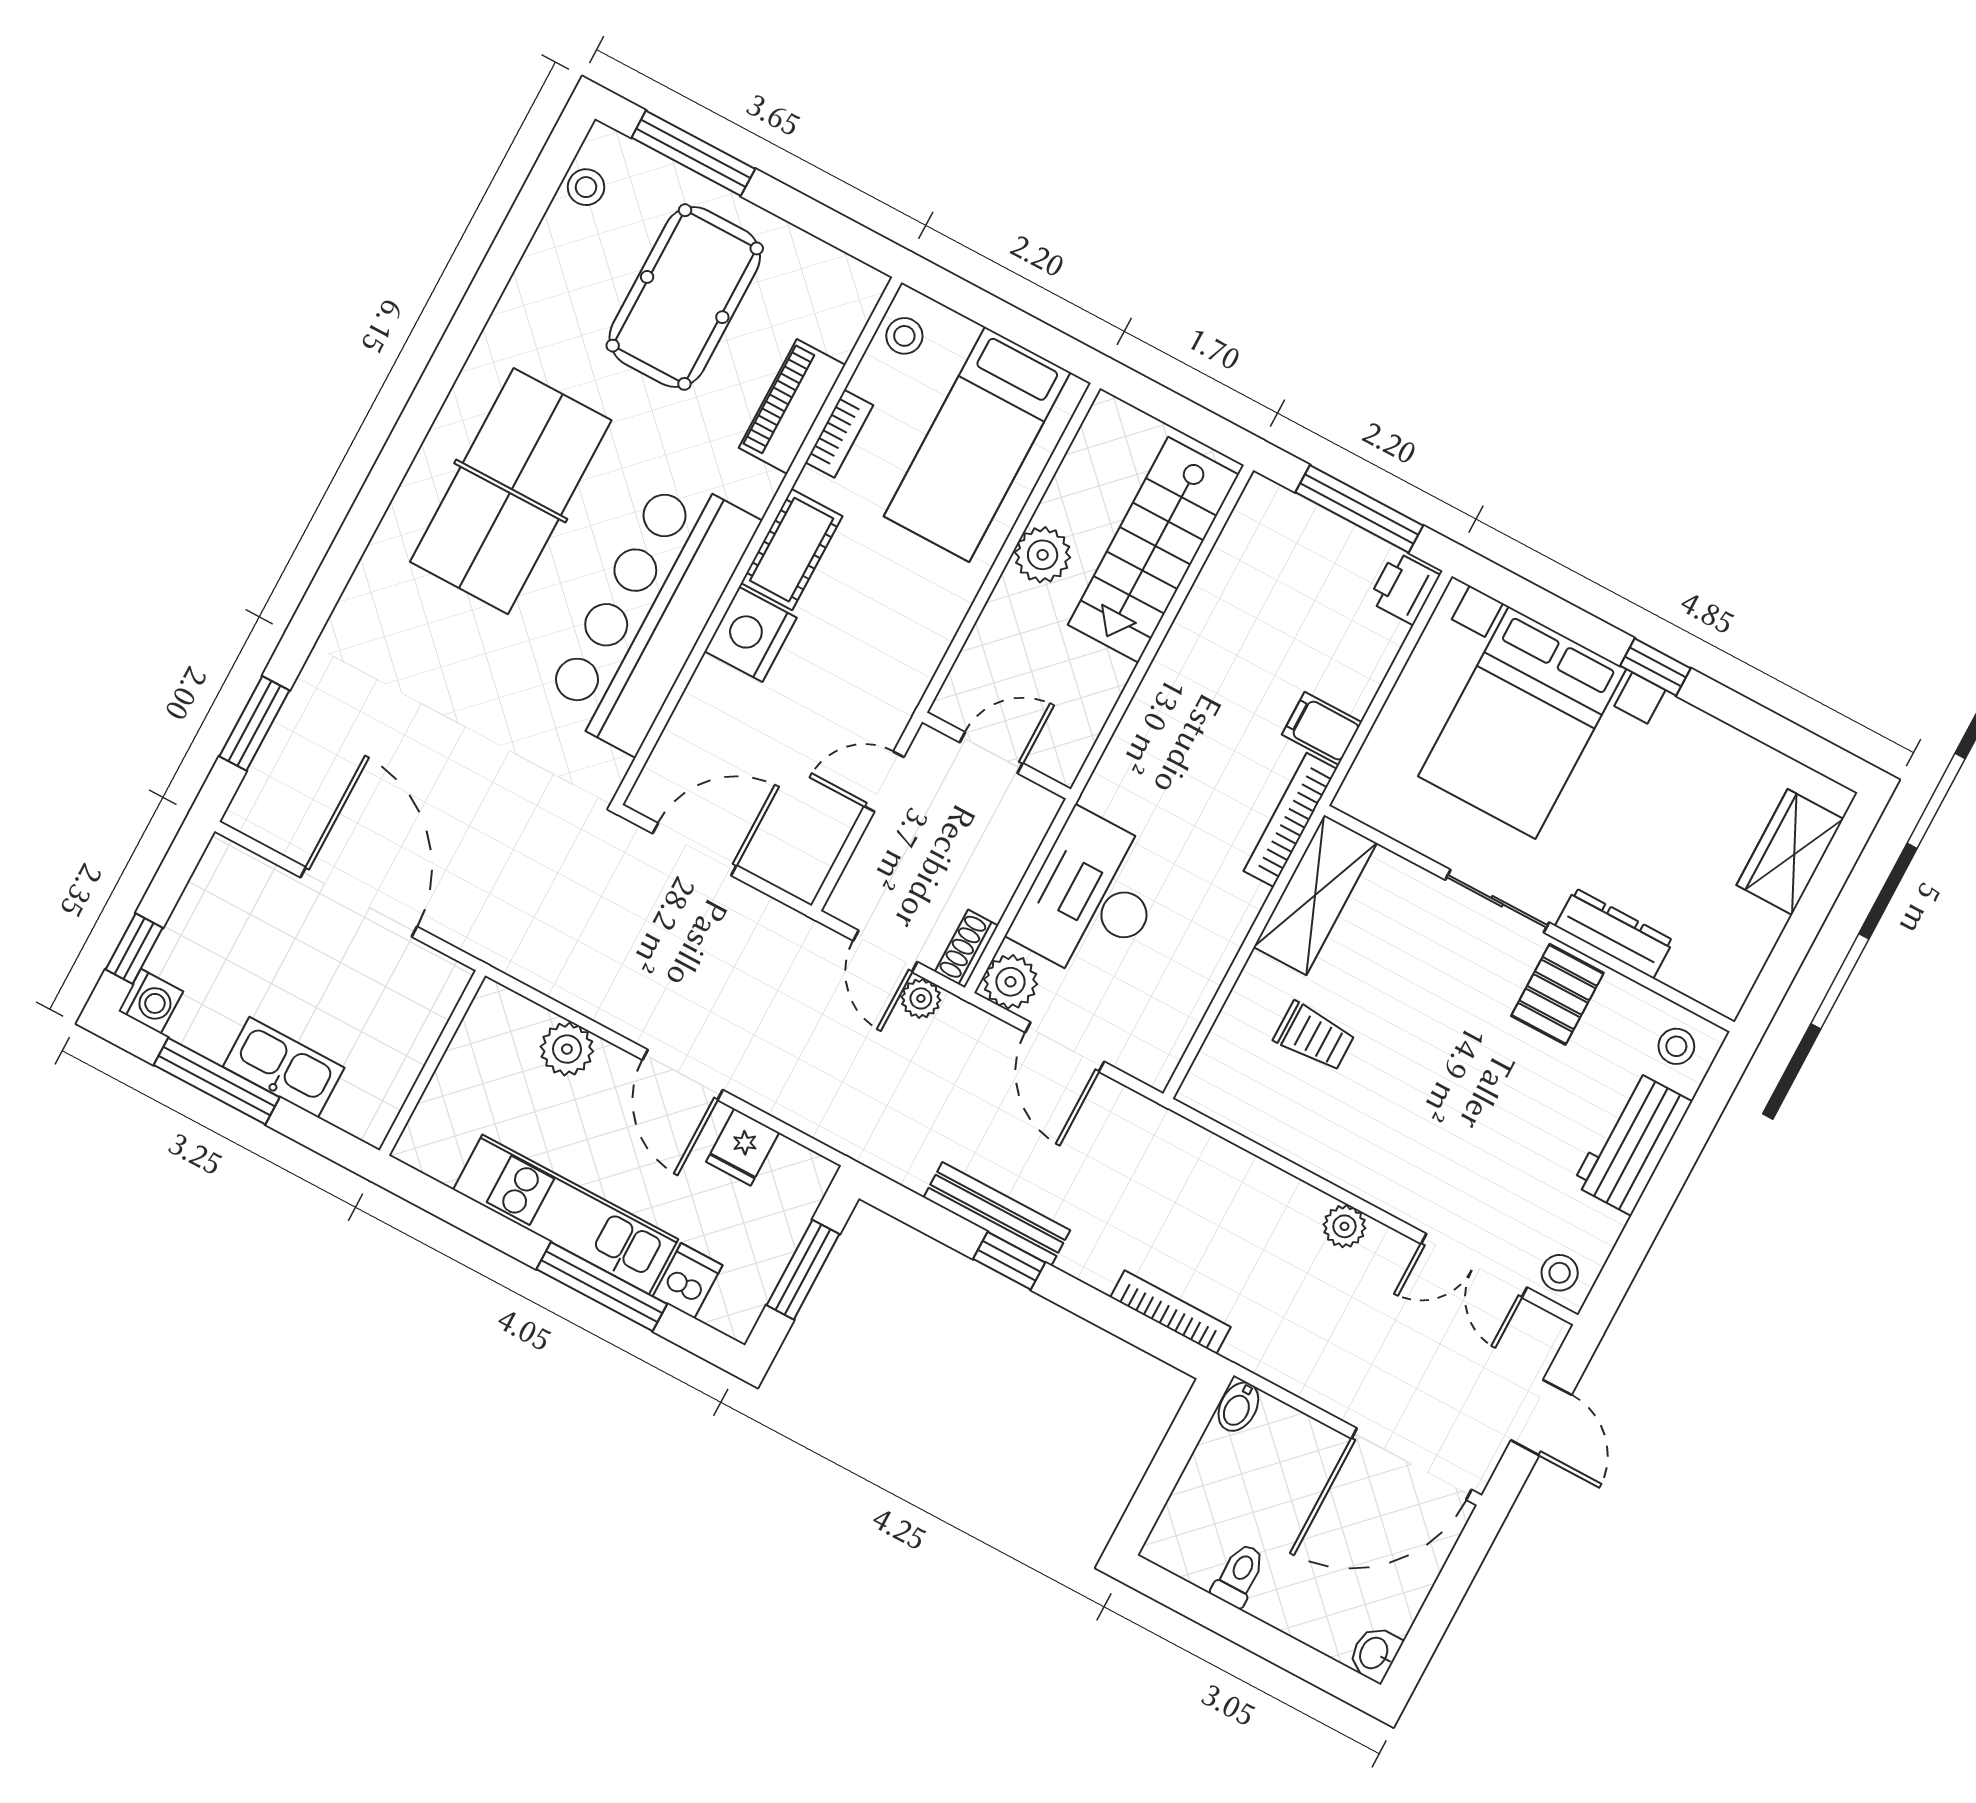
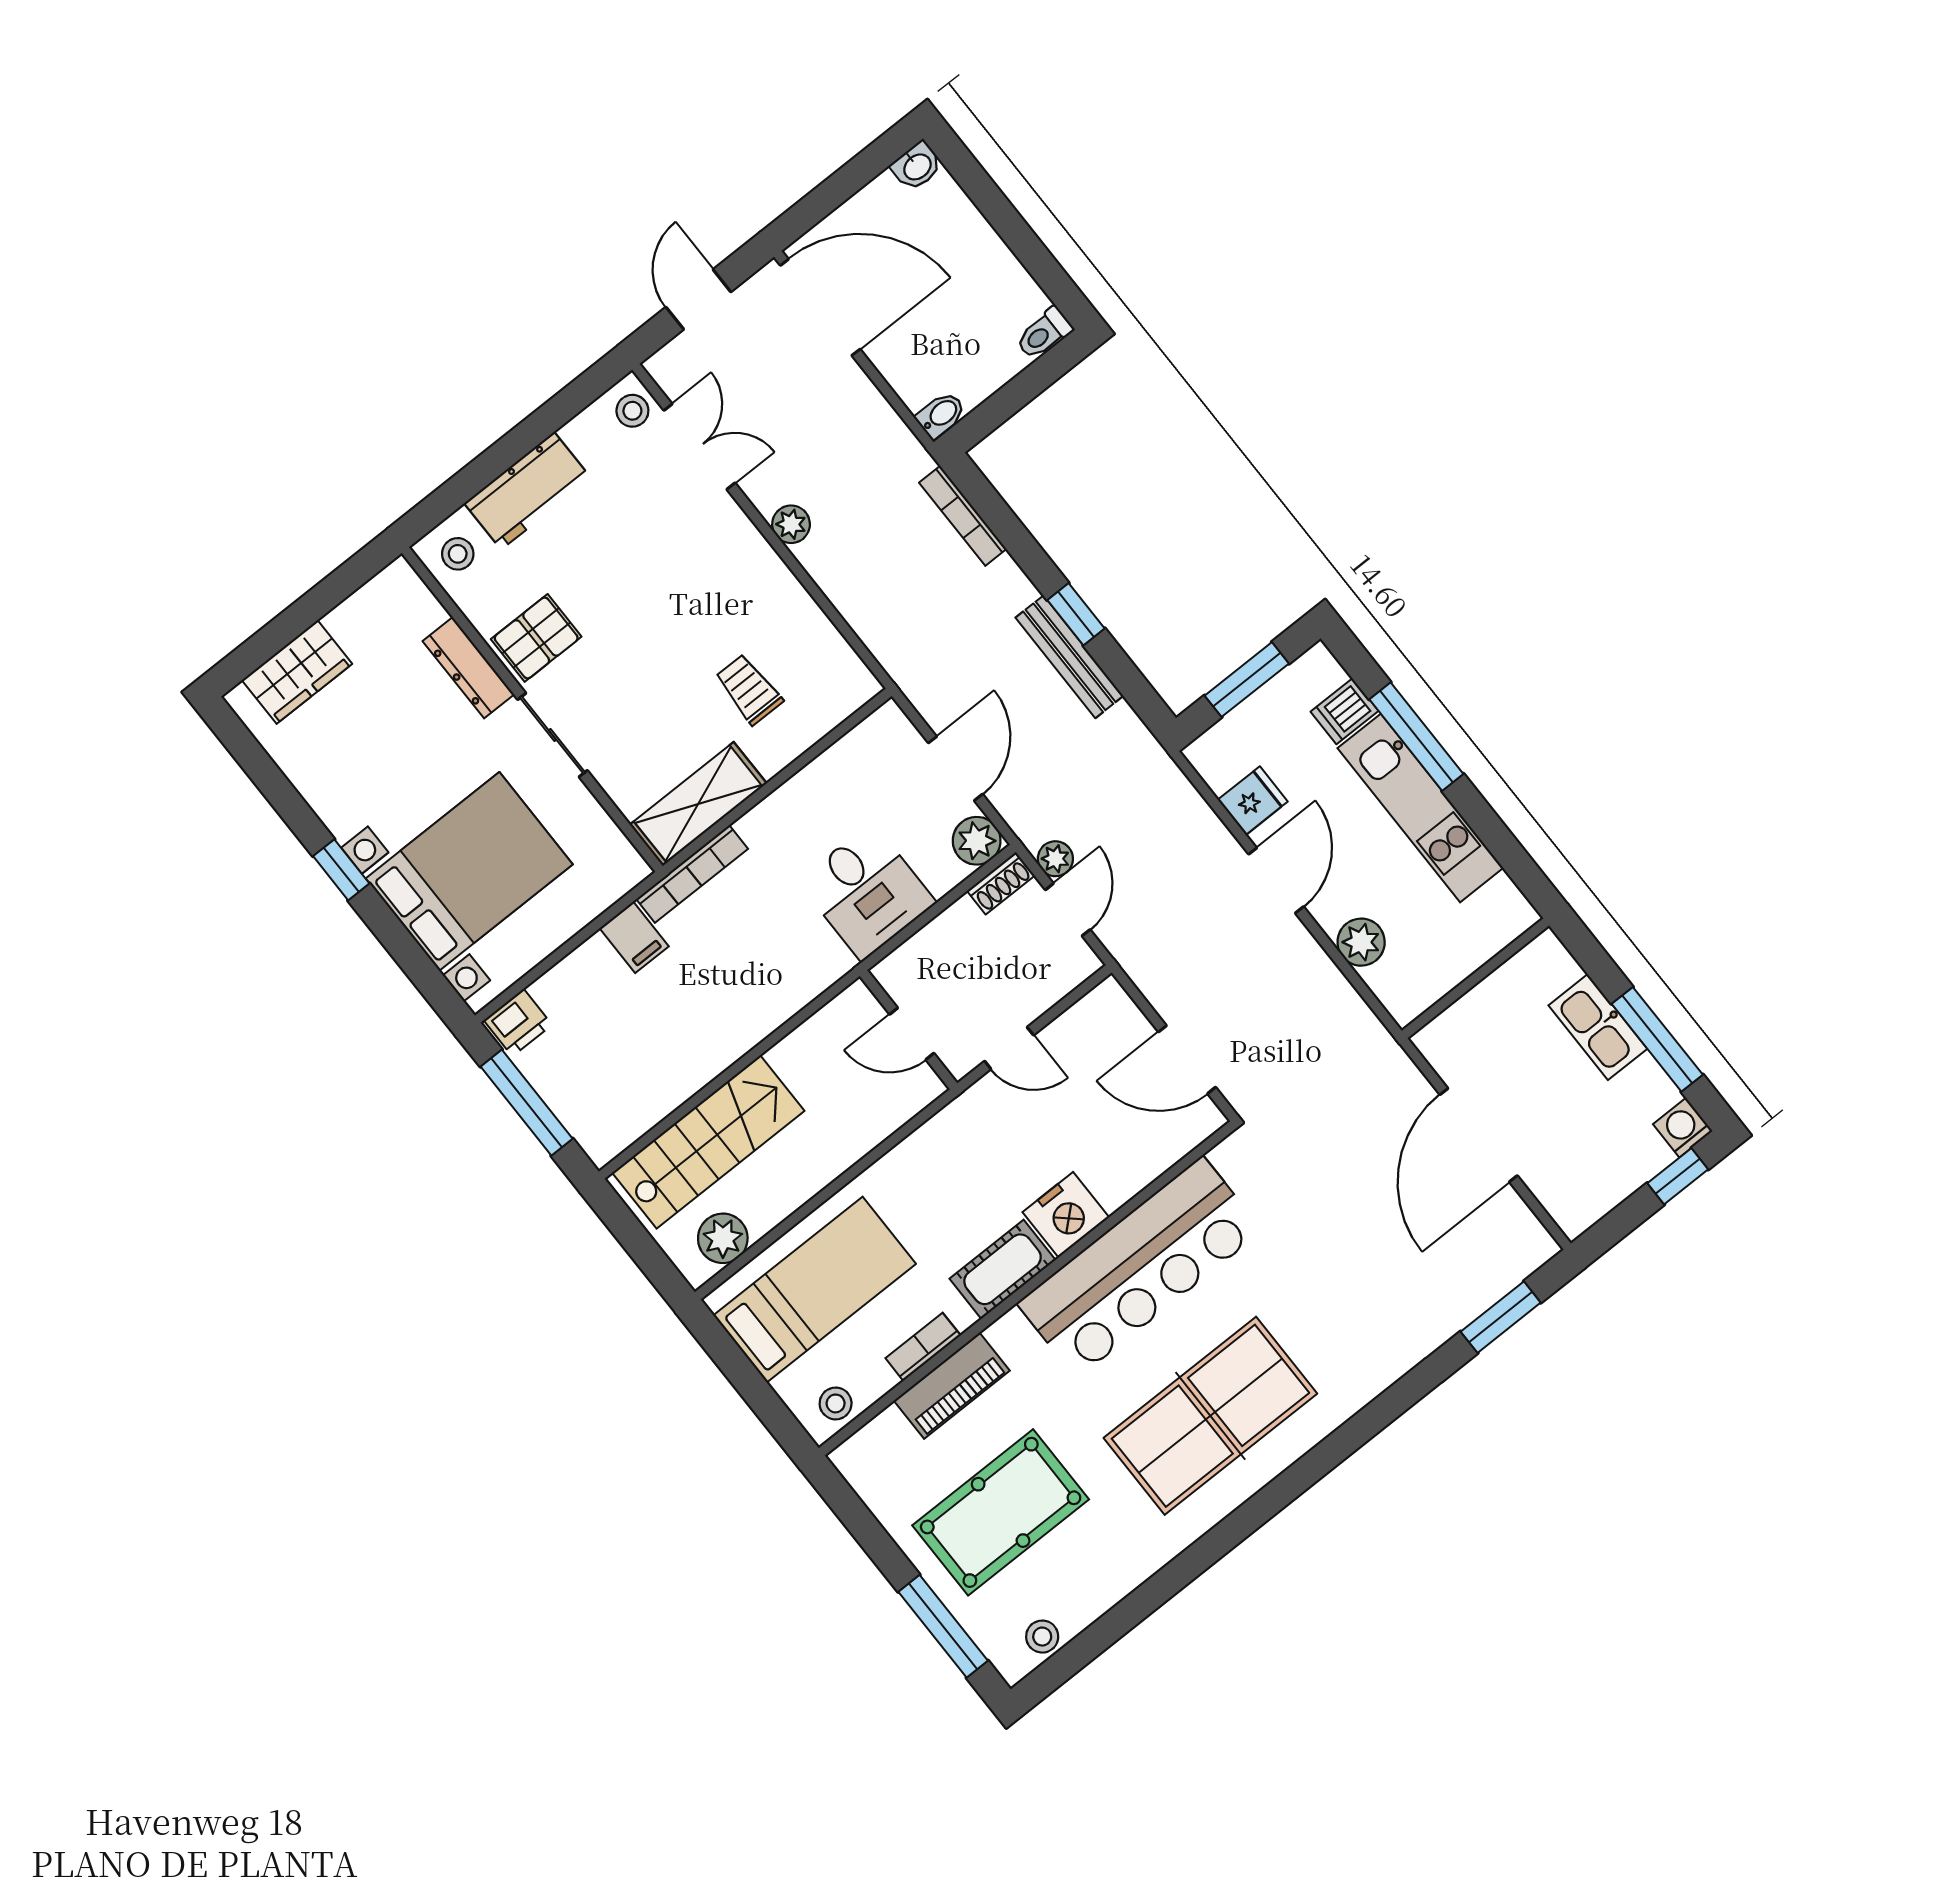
plant: (1043, 555) -> (723, 1238), moved
desk: (1092, 898) -> (867, 892), width x0.73
toilet: (1239, 1575) -> (1044, 333), moved

